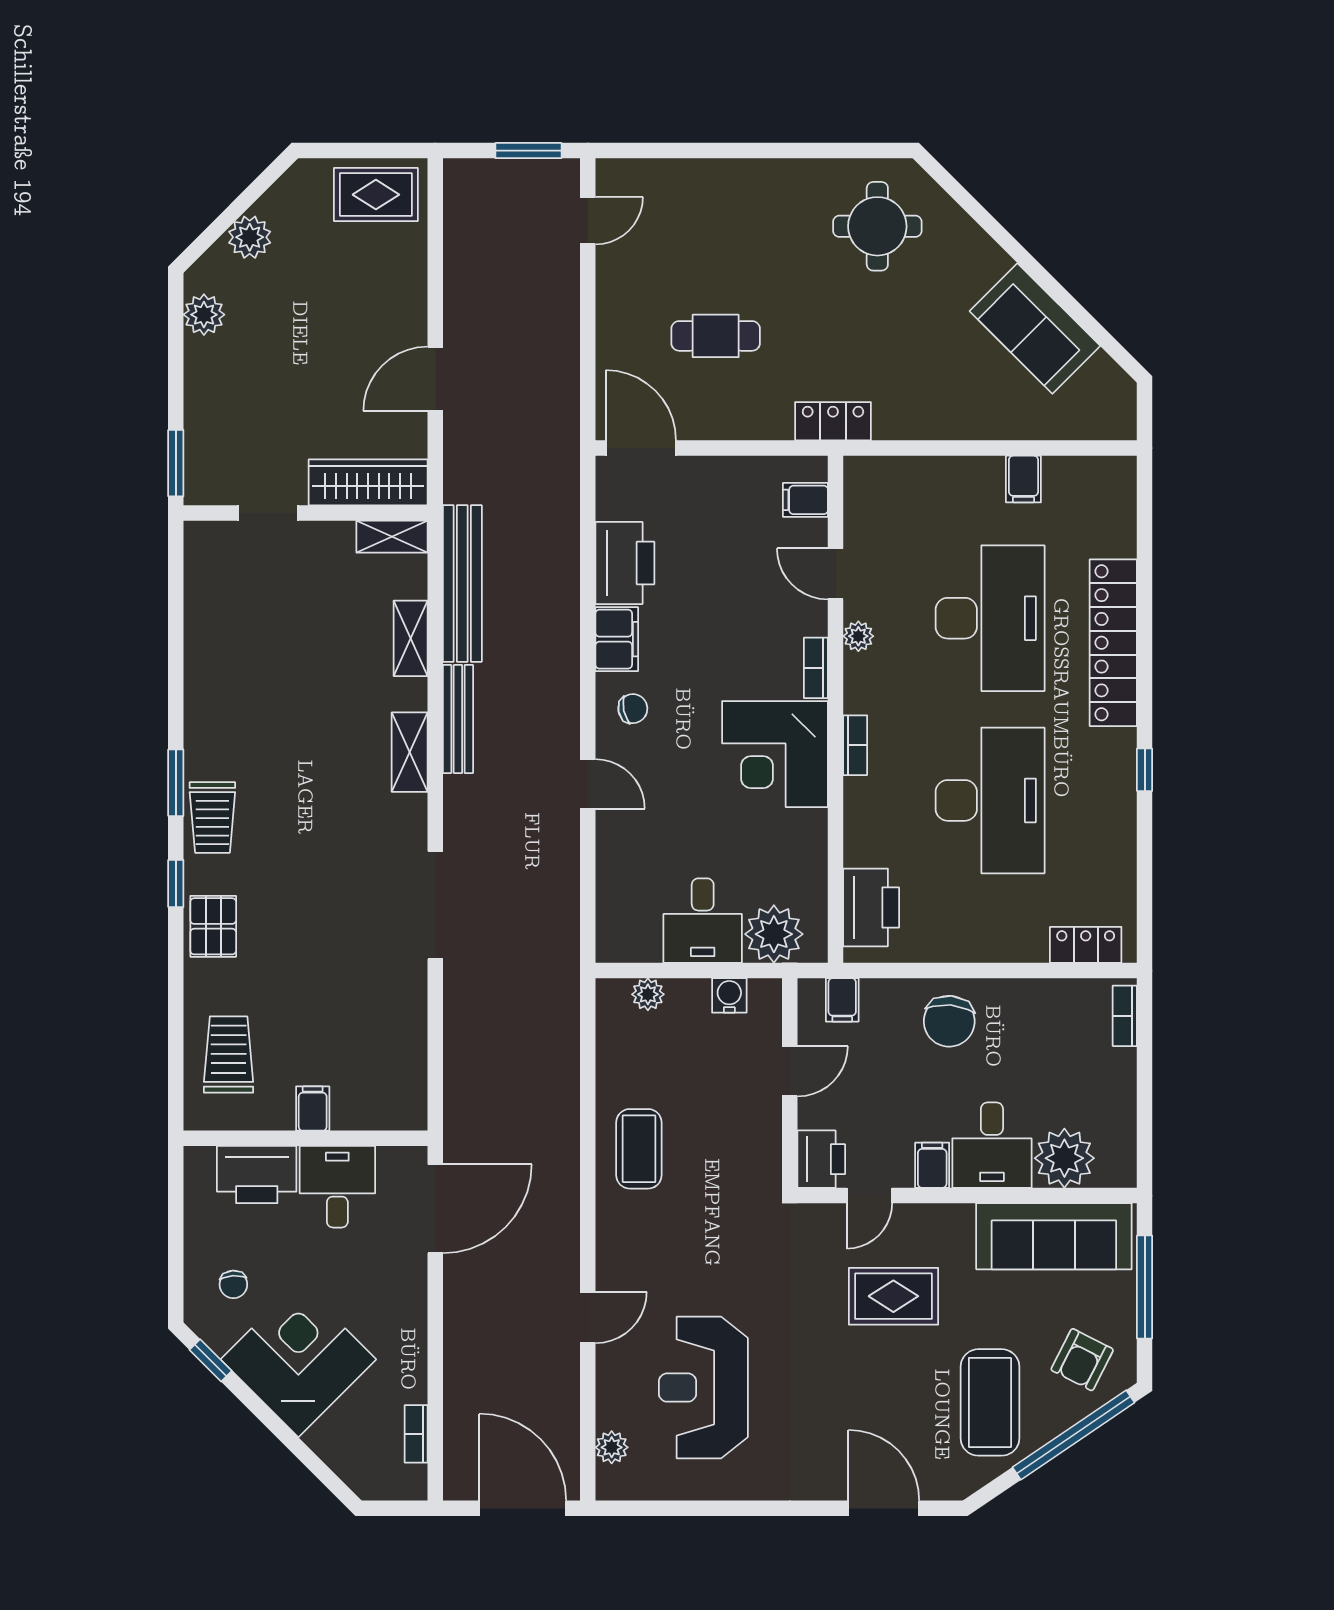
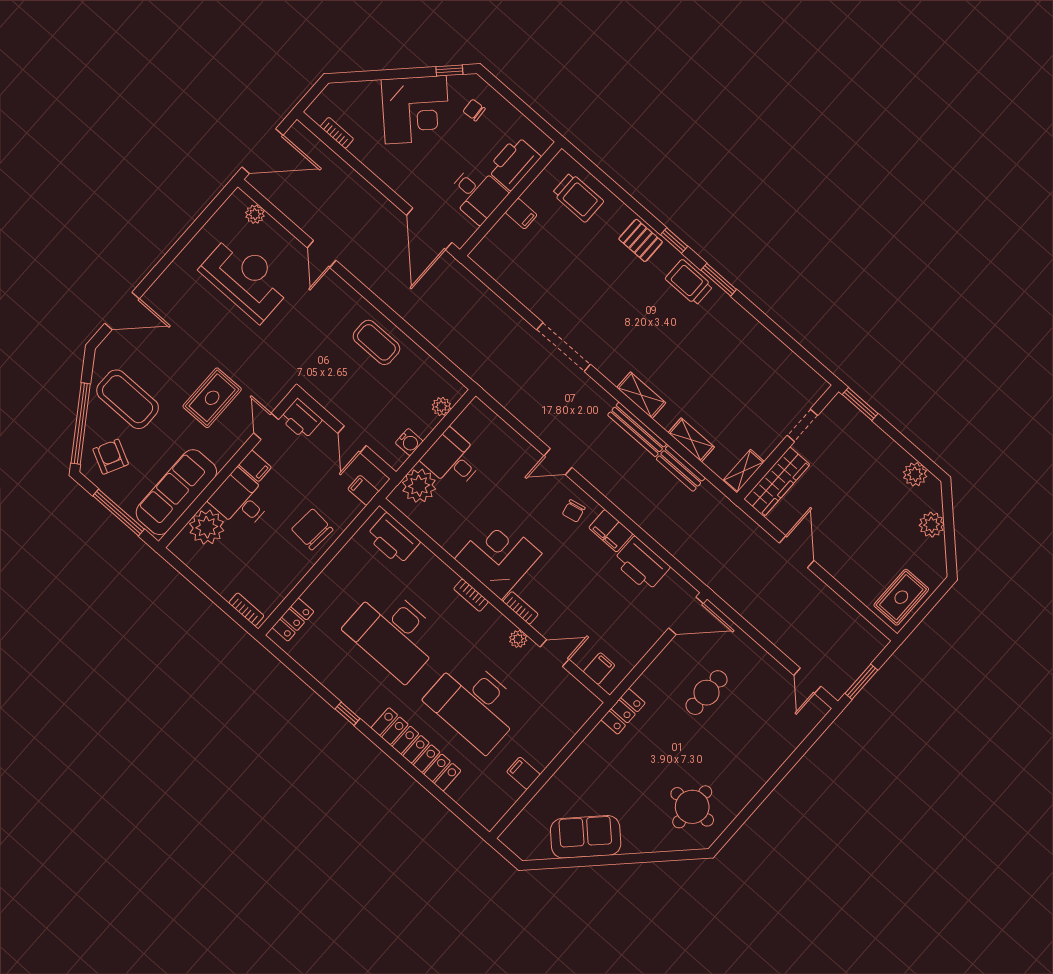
bench: (462, 584) -> (681, 468), width x0.54, depth x0.82

